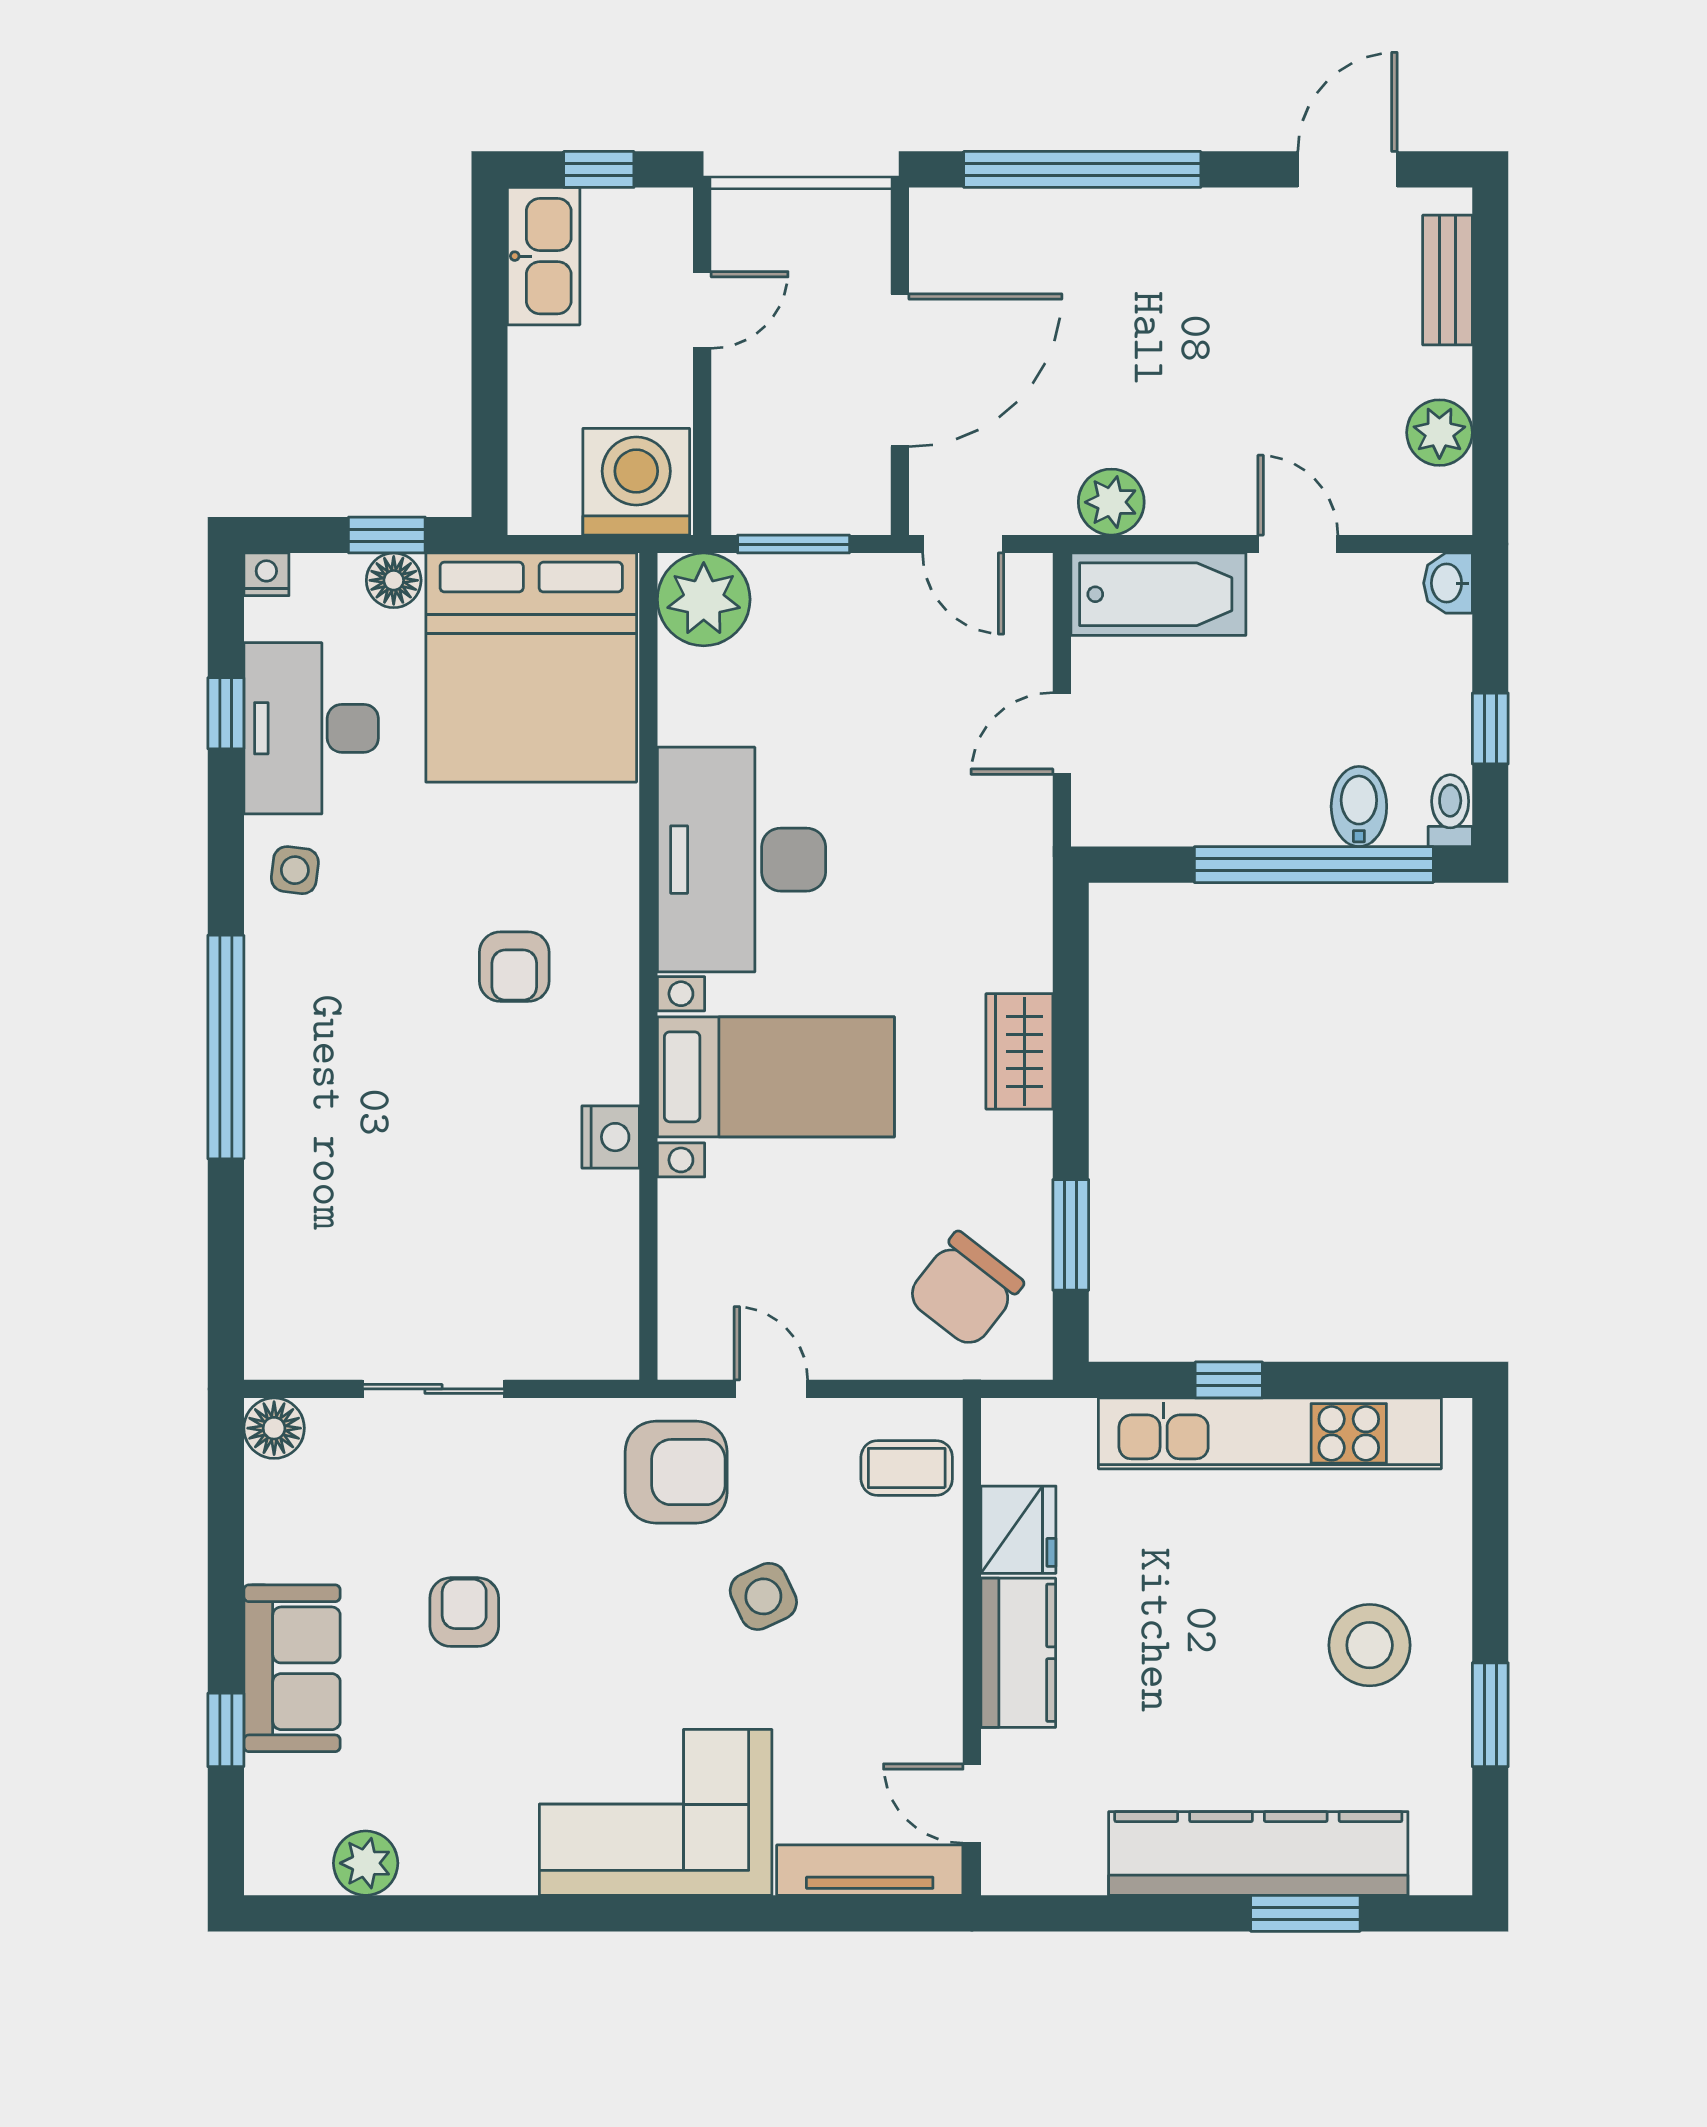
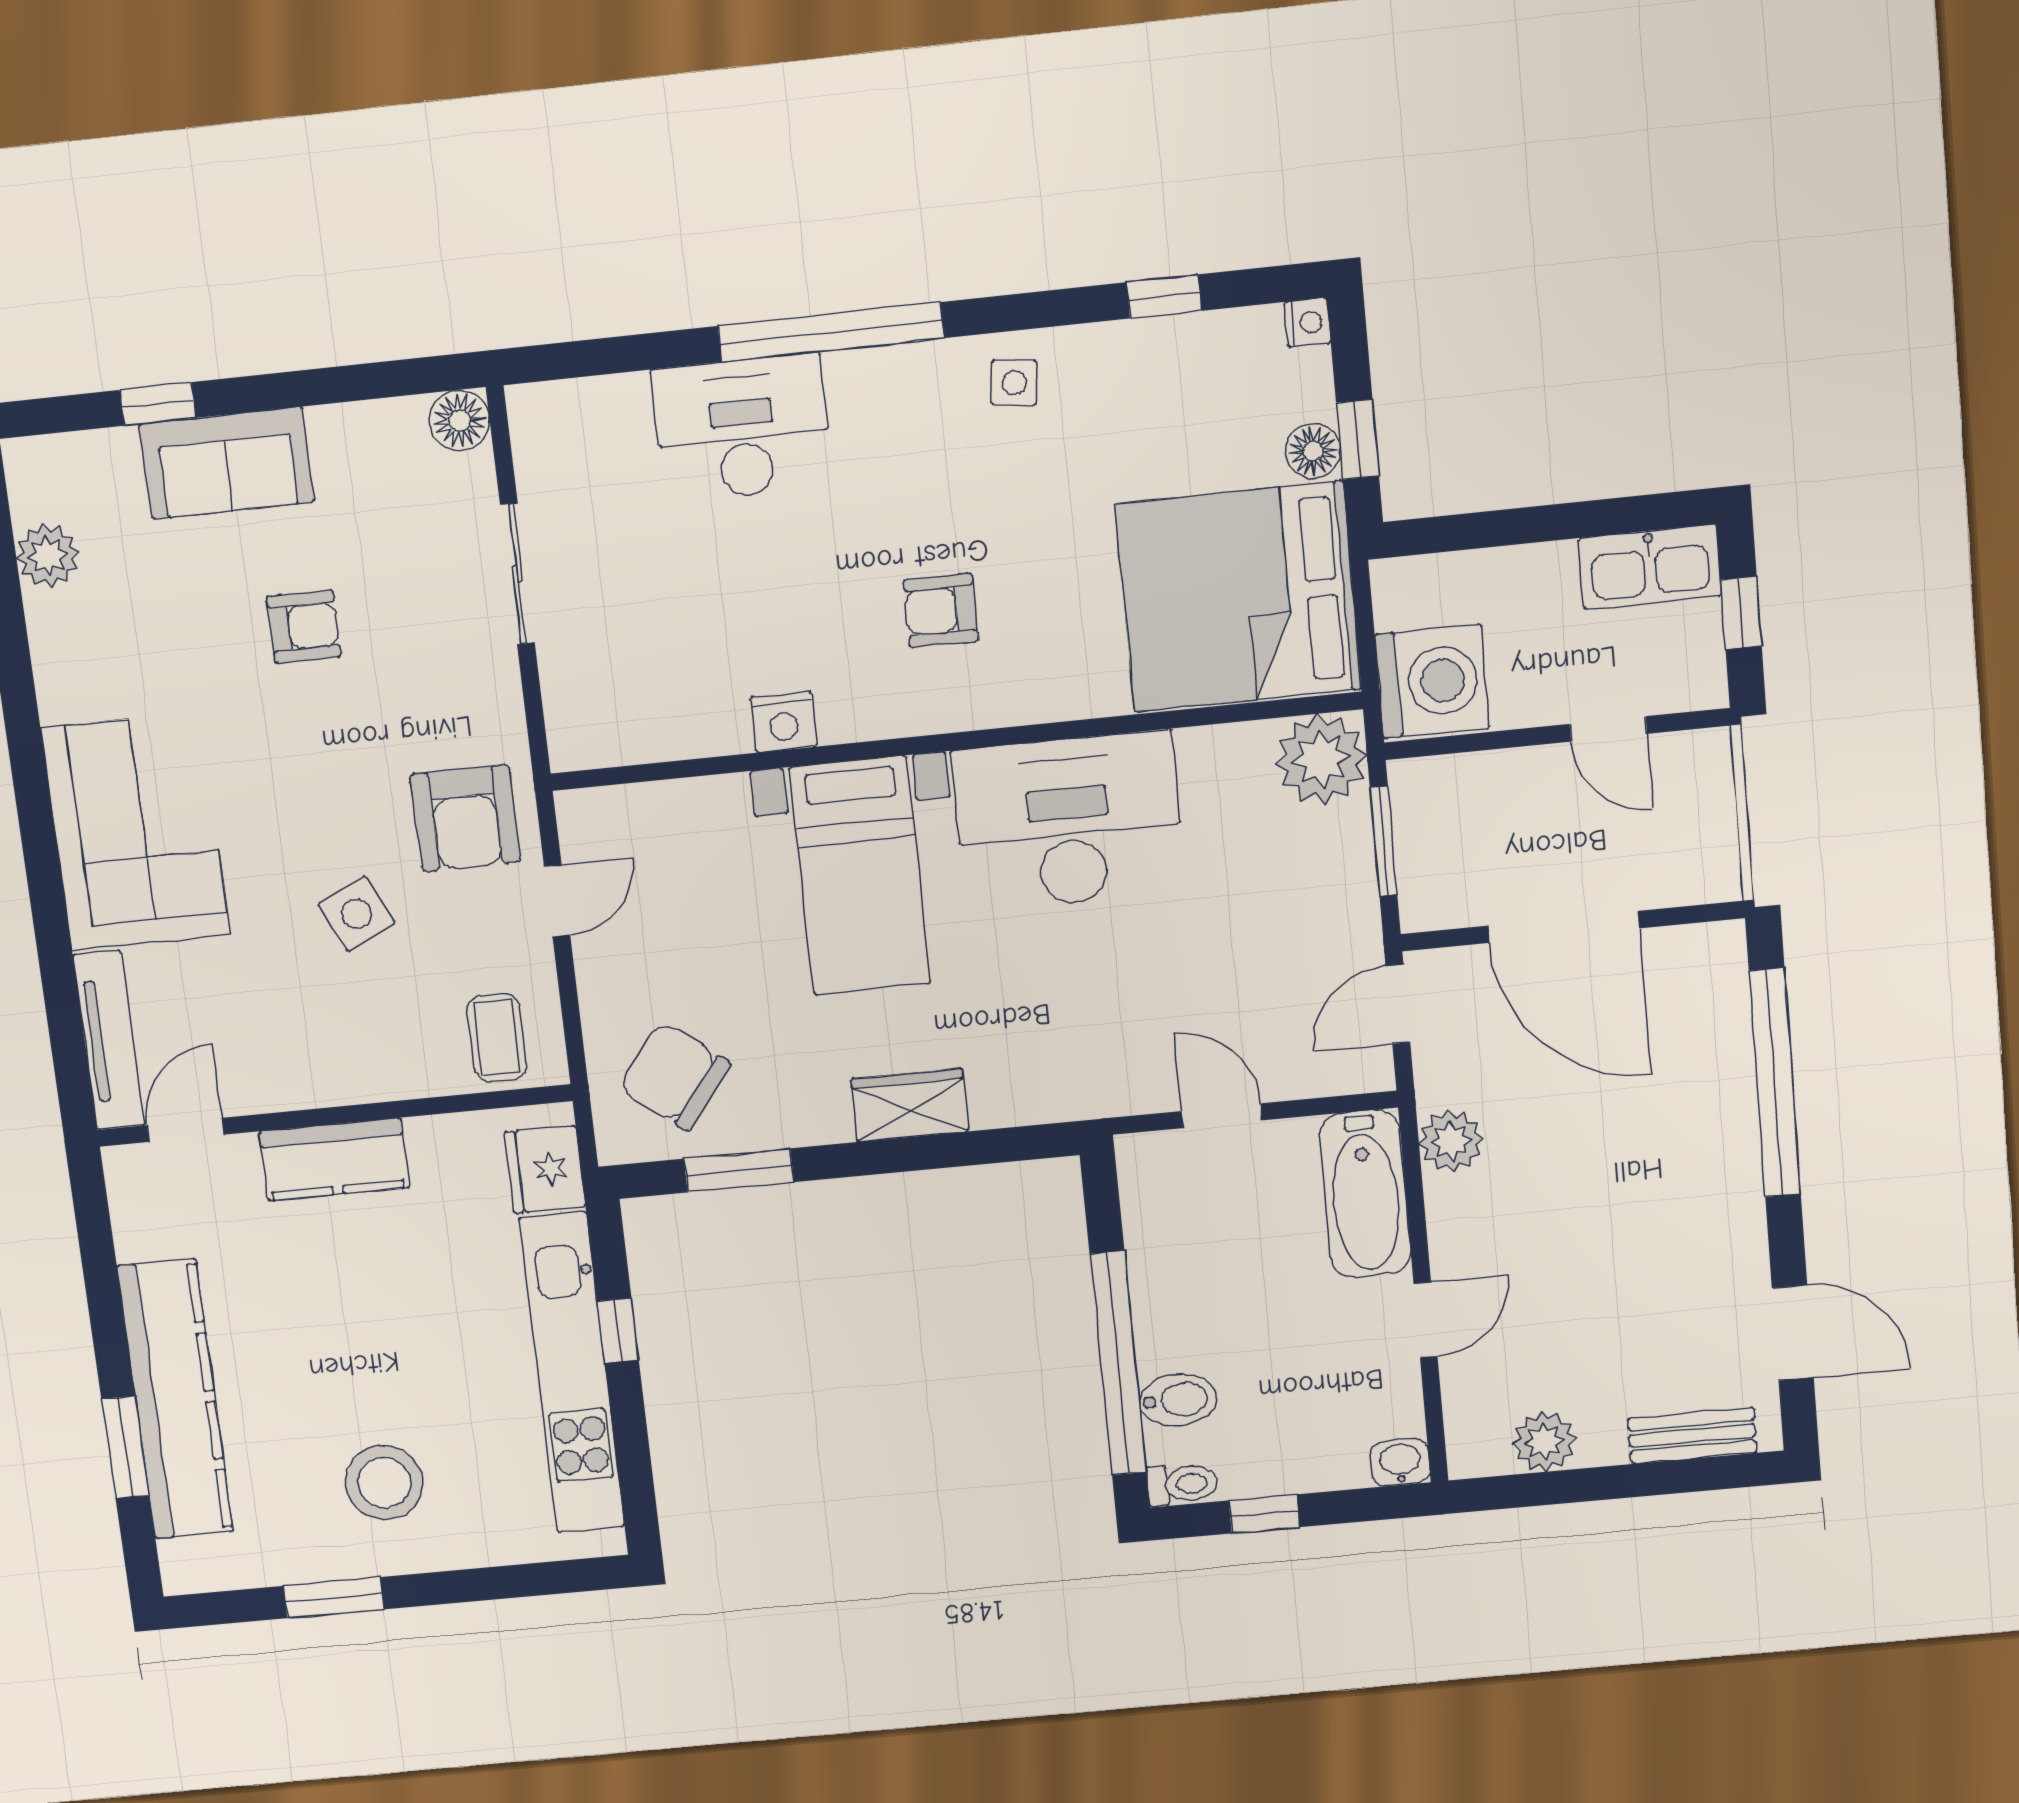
desk: (311, 728) -> (742, 428), moved
fridge: (1018, 1530) -> (545, 1169), moved, turned 90

